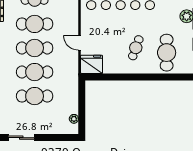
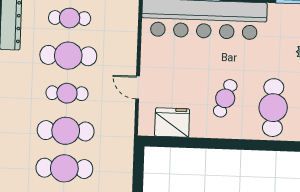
cafe table: (35, 48) -> (67, 93), width x0.73, depth x0.74
fridge: (92, 64) -> (172, 122), moved

